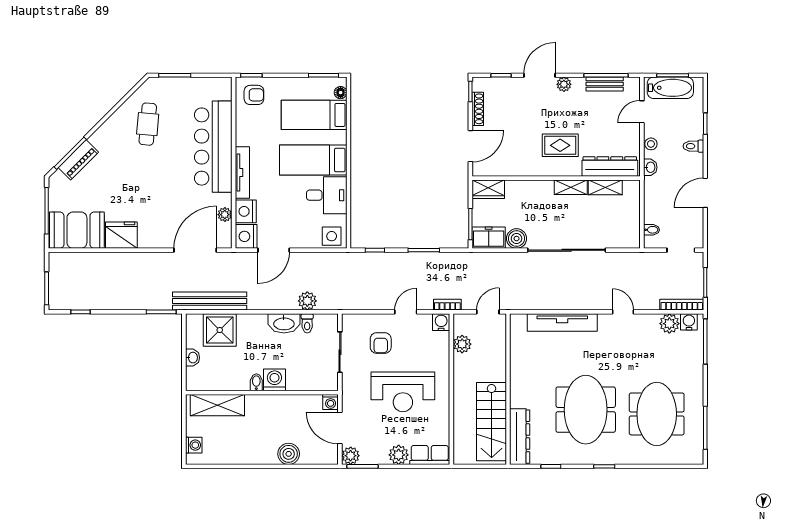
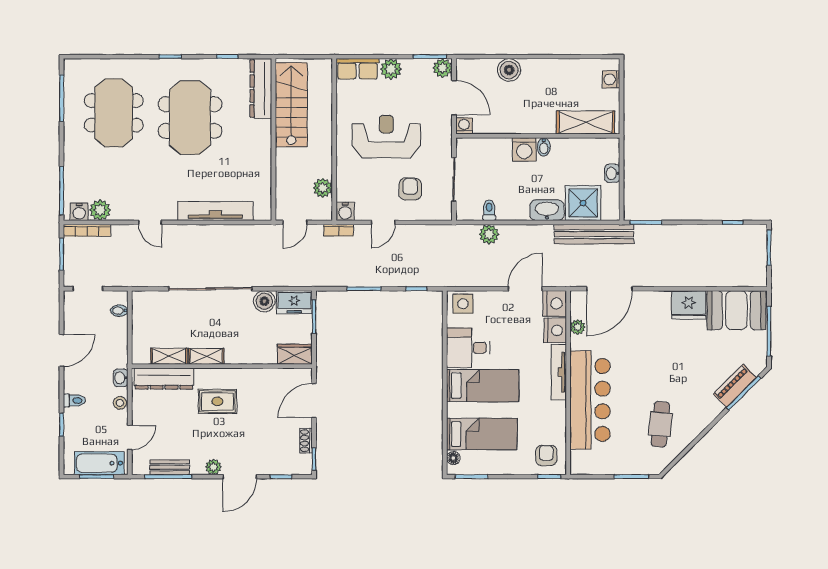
armchair: (254, 95) -> (546, 455), turned 90
shoe rack: (478, 109) -> (306, 441), width x0.70
washbasin: (284, 323) -> (547, 210), moved

